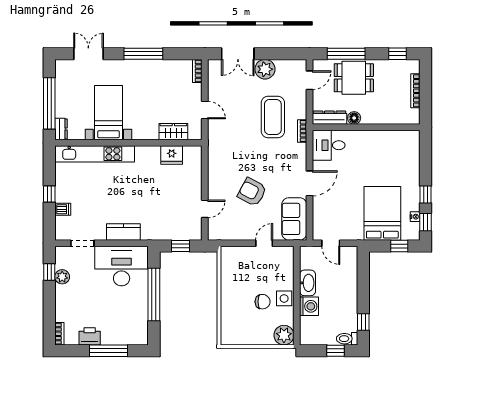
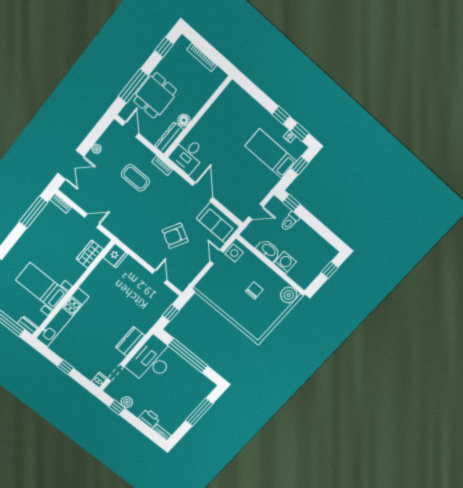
window: (143, 54) -> (33, 212), moved
plant: (265, 69) -> (97, 149), width x0.53, depth x0.53
coffee table: (273, 117) -> (135, 178), width x0.73, depth x0.76
fridge: (172, 155) -> (116, 256), moved
dishwasher: (63, 209) -> (99, 380), moved
bed: (382, 213) -> (271, 154), width x0.67
side table: (284, 298) -> (234, 253), moved
window: (363, 322) -> (291, 203), moved
printer: (90, 336) -> (149, 418), moved, turned 90
toilet: (347, 339) -> (290, 221), moved

